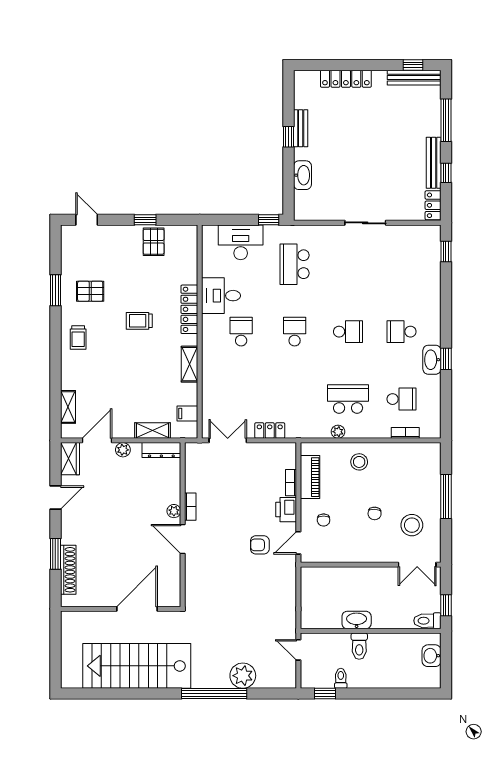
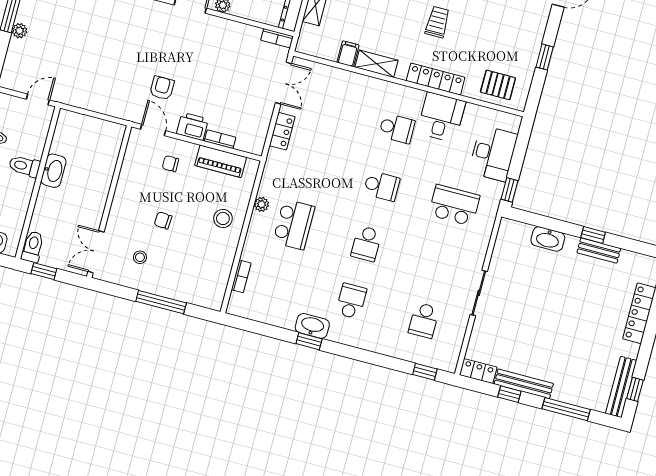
pallet: (154, 242) -> (498, 85), moved
school desk: (402, 399) -> (424, 320), moved
filing cabinet: (187, 413) -> (348, 54), moved
bookcase: (190, 507) -> (277, 38), moved
stool: (412, 525) -> (140, 257), width x0.53, depth x0.53
plant: (243, 676) -> (20, 31), width x0.53, depth x0.53

